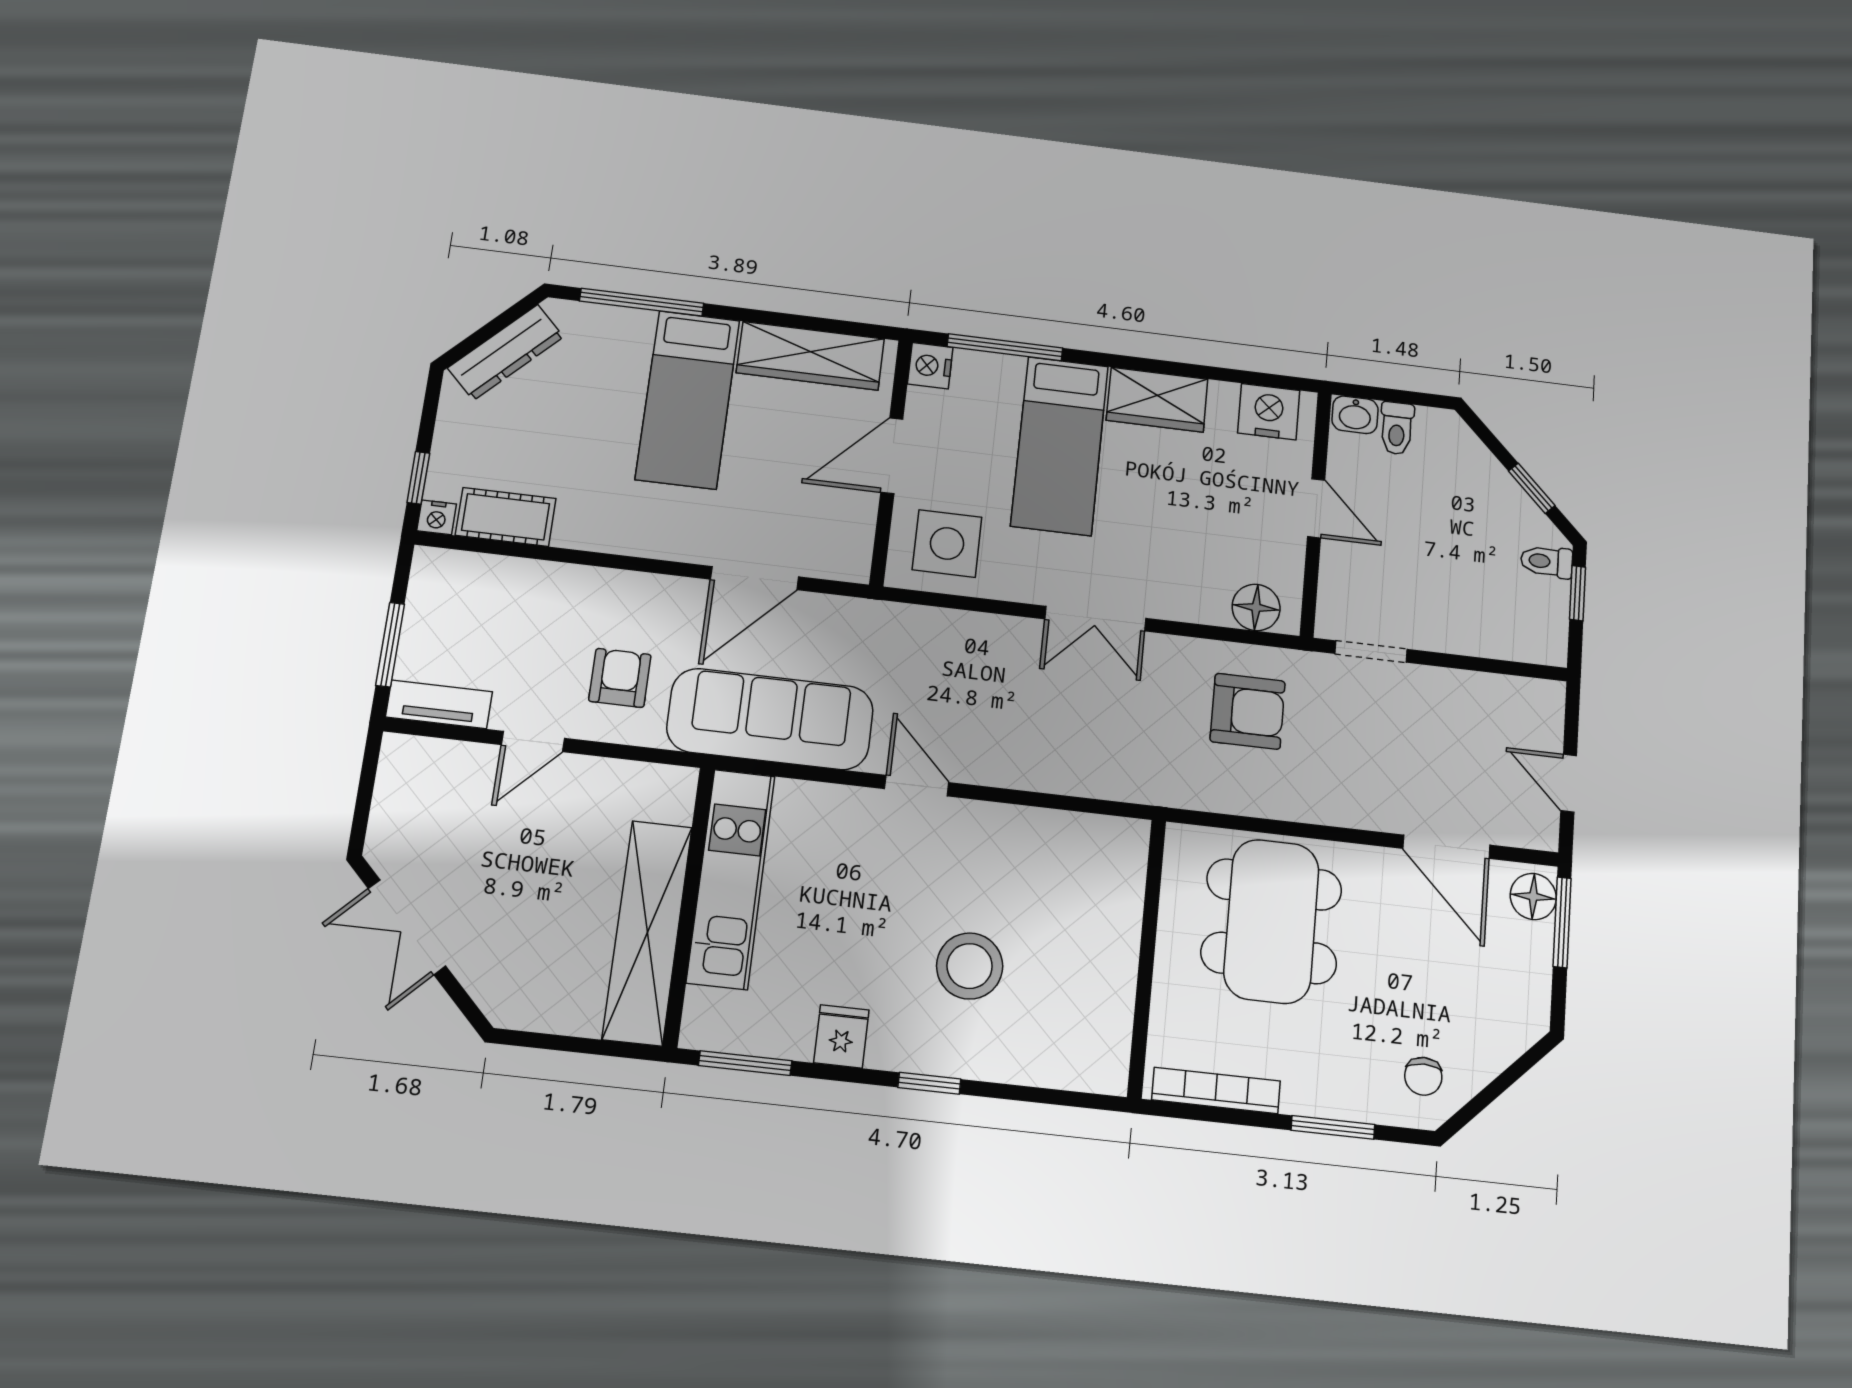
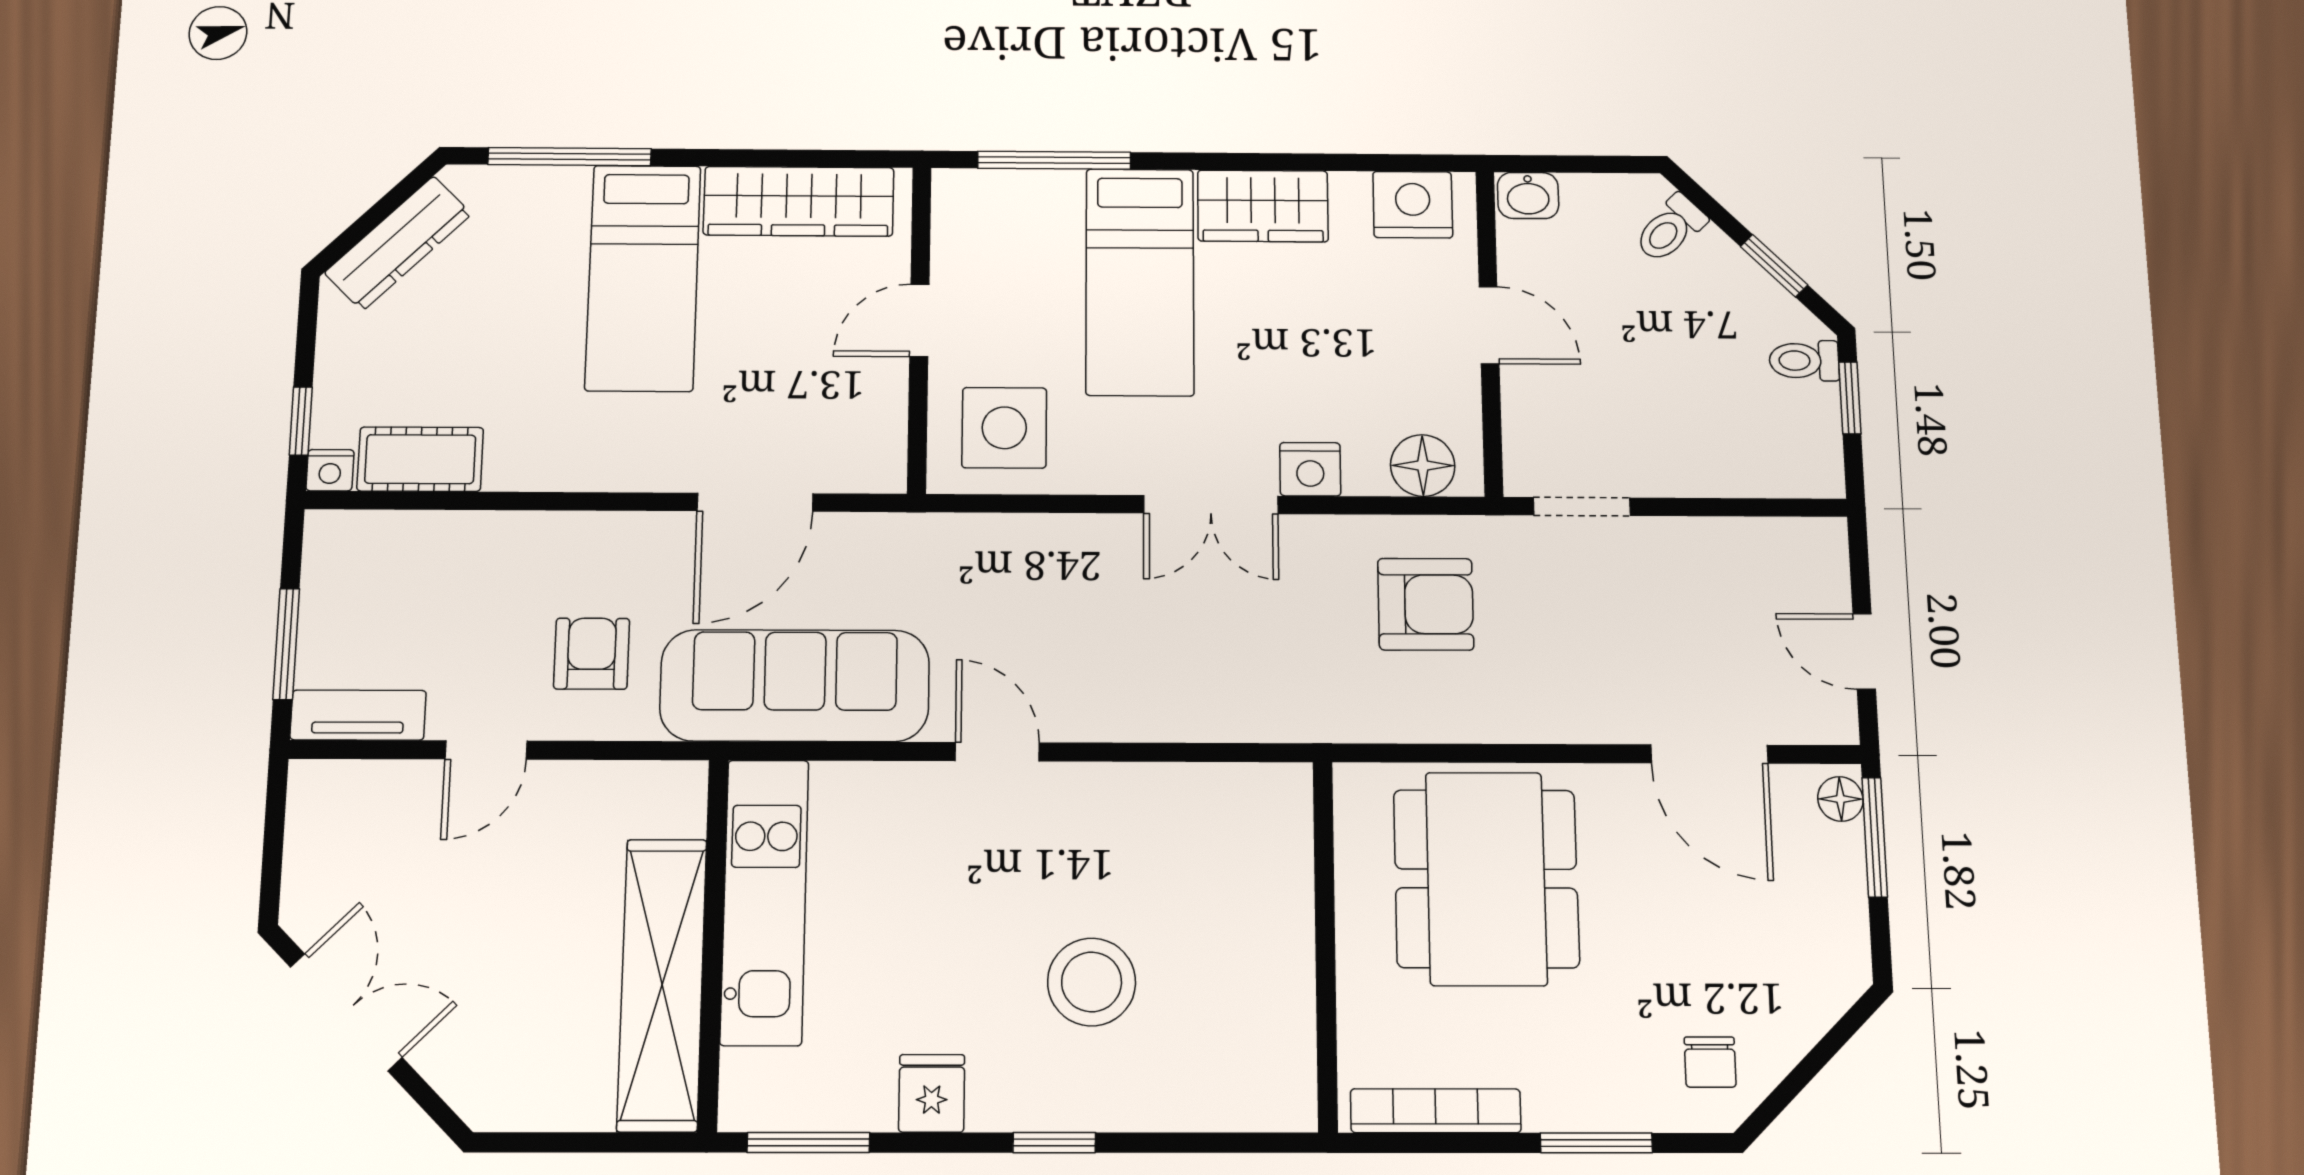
nightstand: (930, 366) -> (1310, 469), moved, turned -90
toilet: (1397, 428) -> (1670, 229), moved, turned 45
door: (892, 456) -> (919, 320), width x0.73
floor lamp: (1533, 897) -> (1840, 799), width x0.73, depth x0.73
double door: (407, 927) -> (346, 1012), swing flipped

